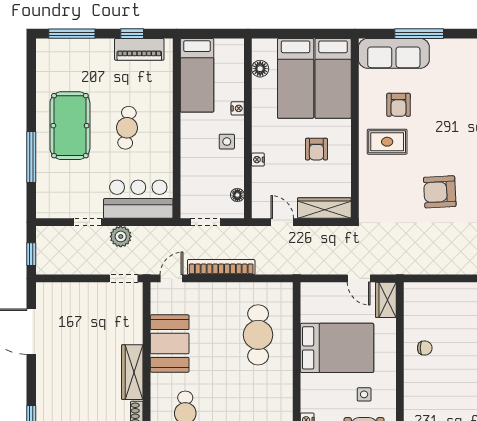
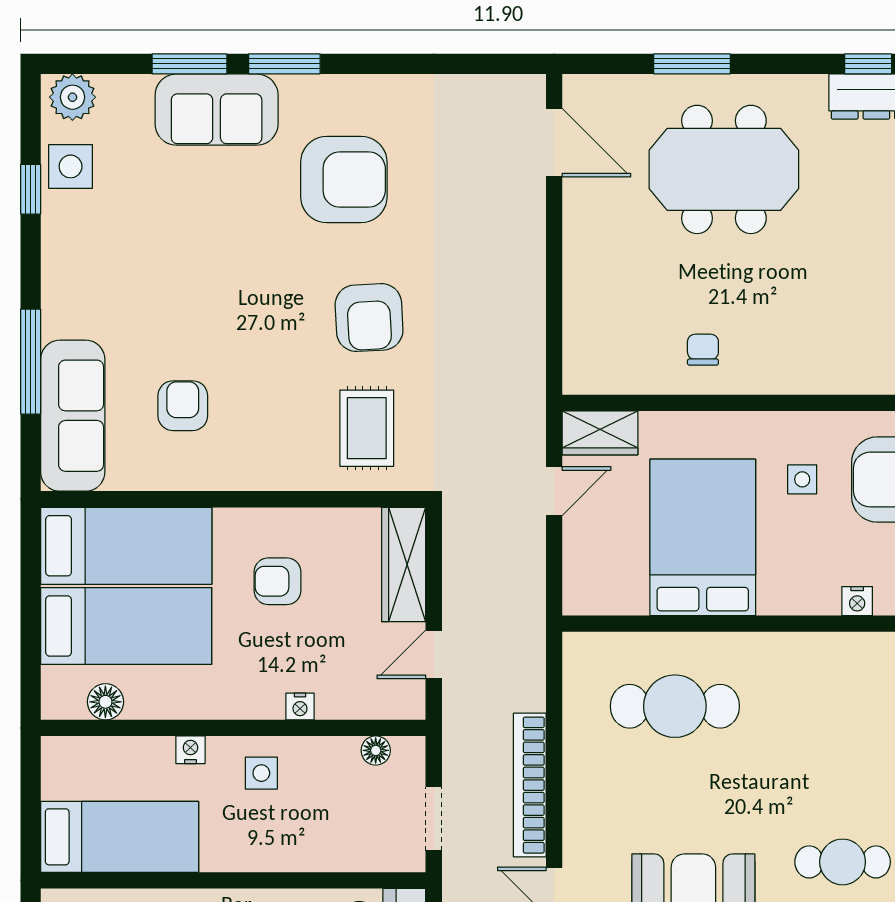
armchair: (399, 105) -> (183, 406), turned -90
rug: (387, 142) -> (367, 428), moved
armchair: (316, 149) -> (278, 581), turned 180

